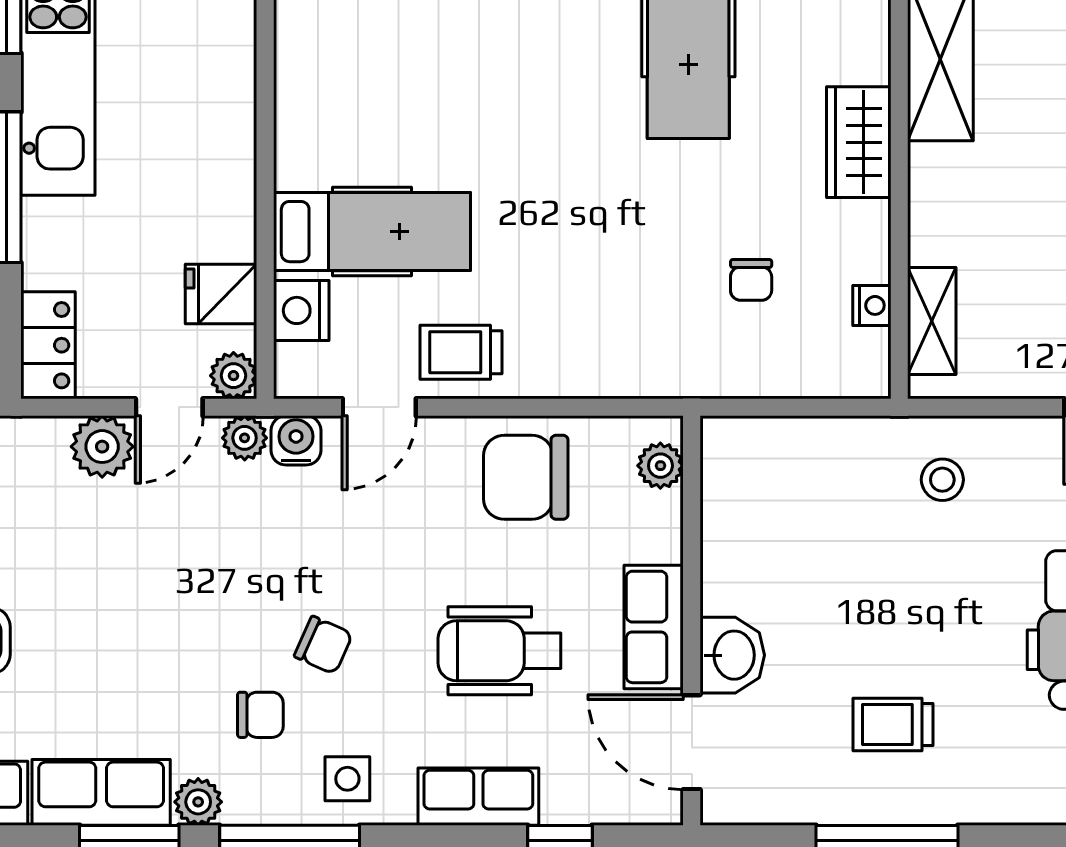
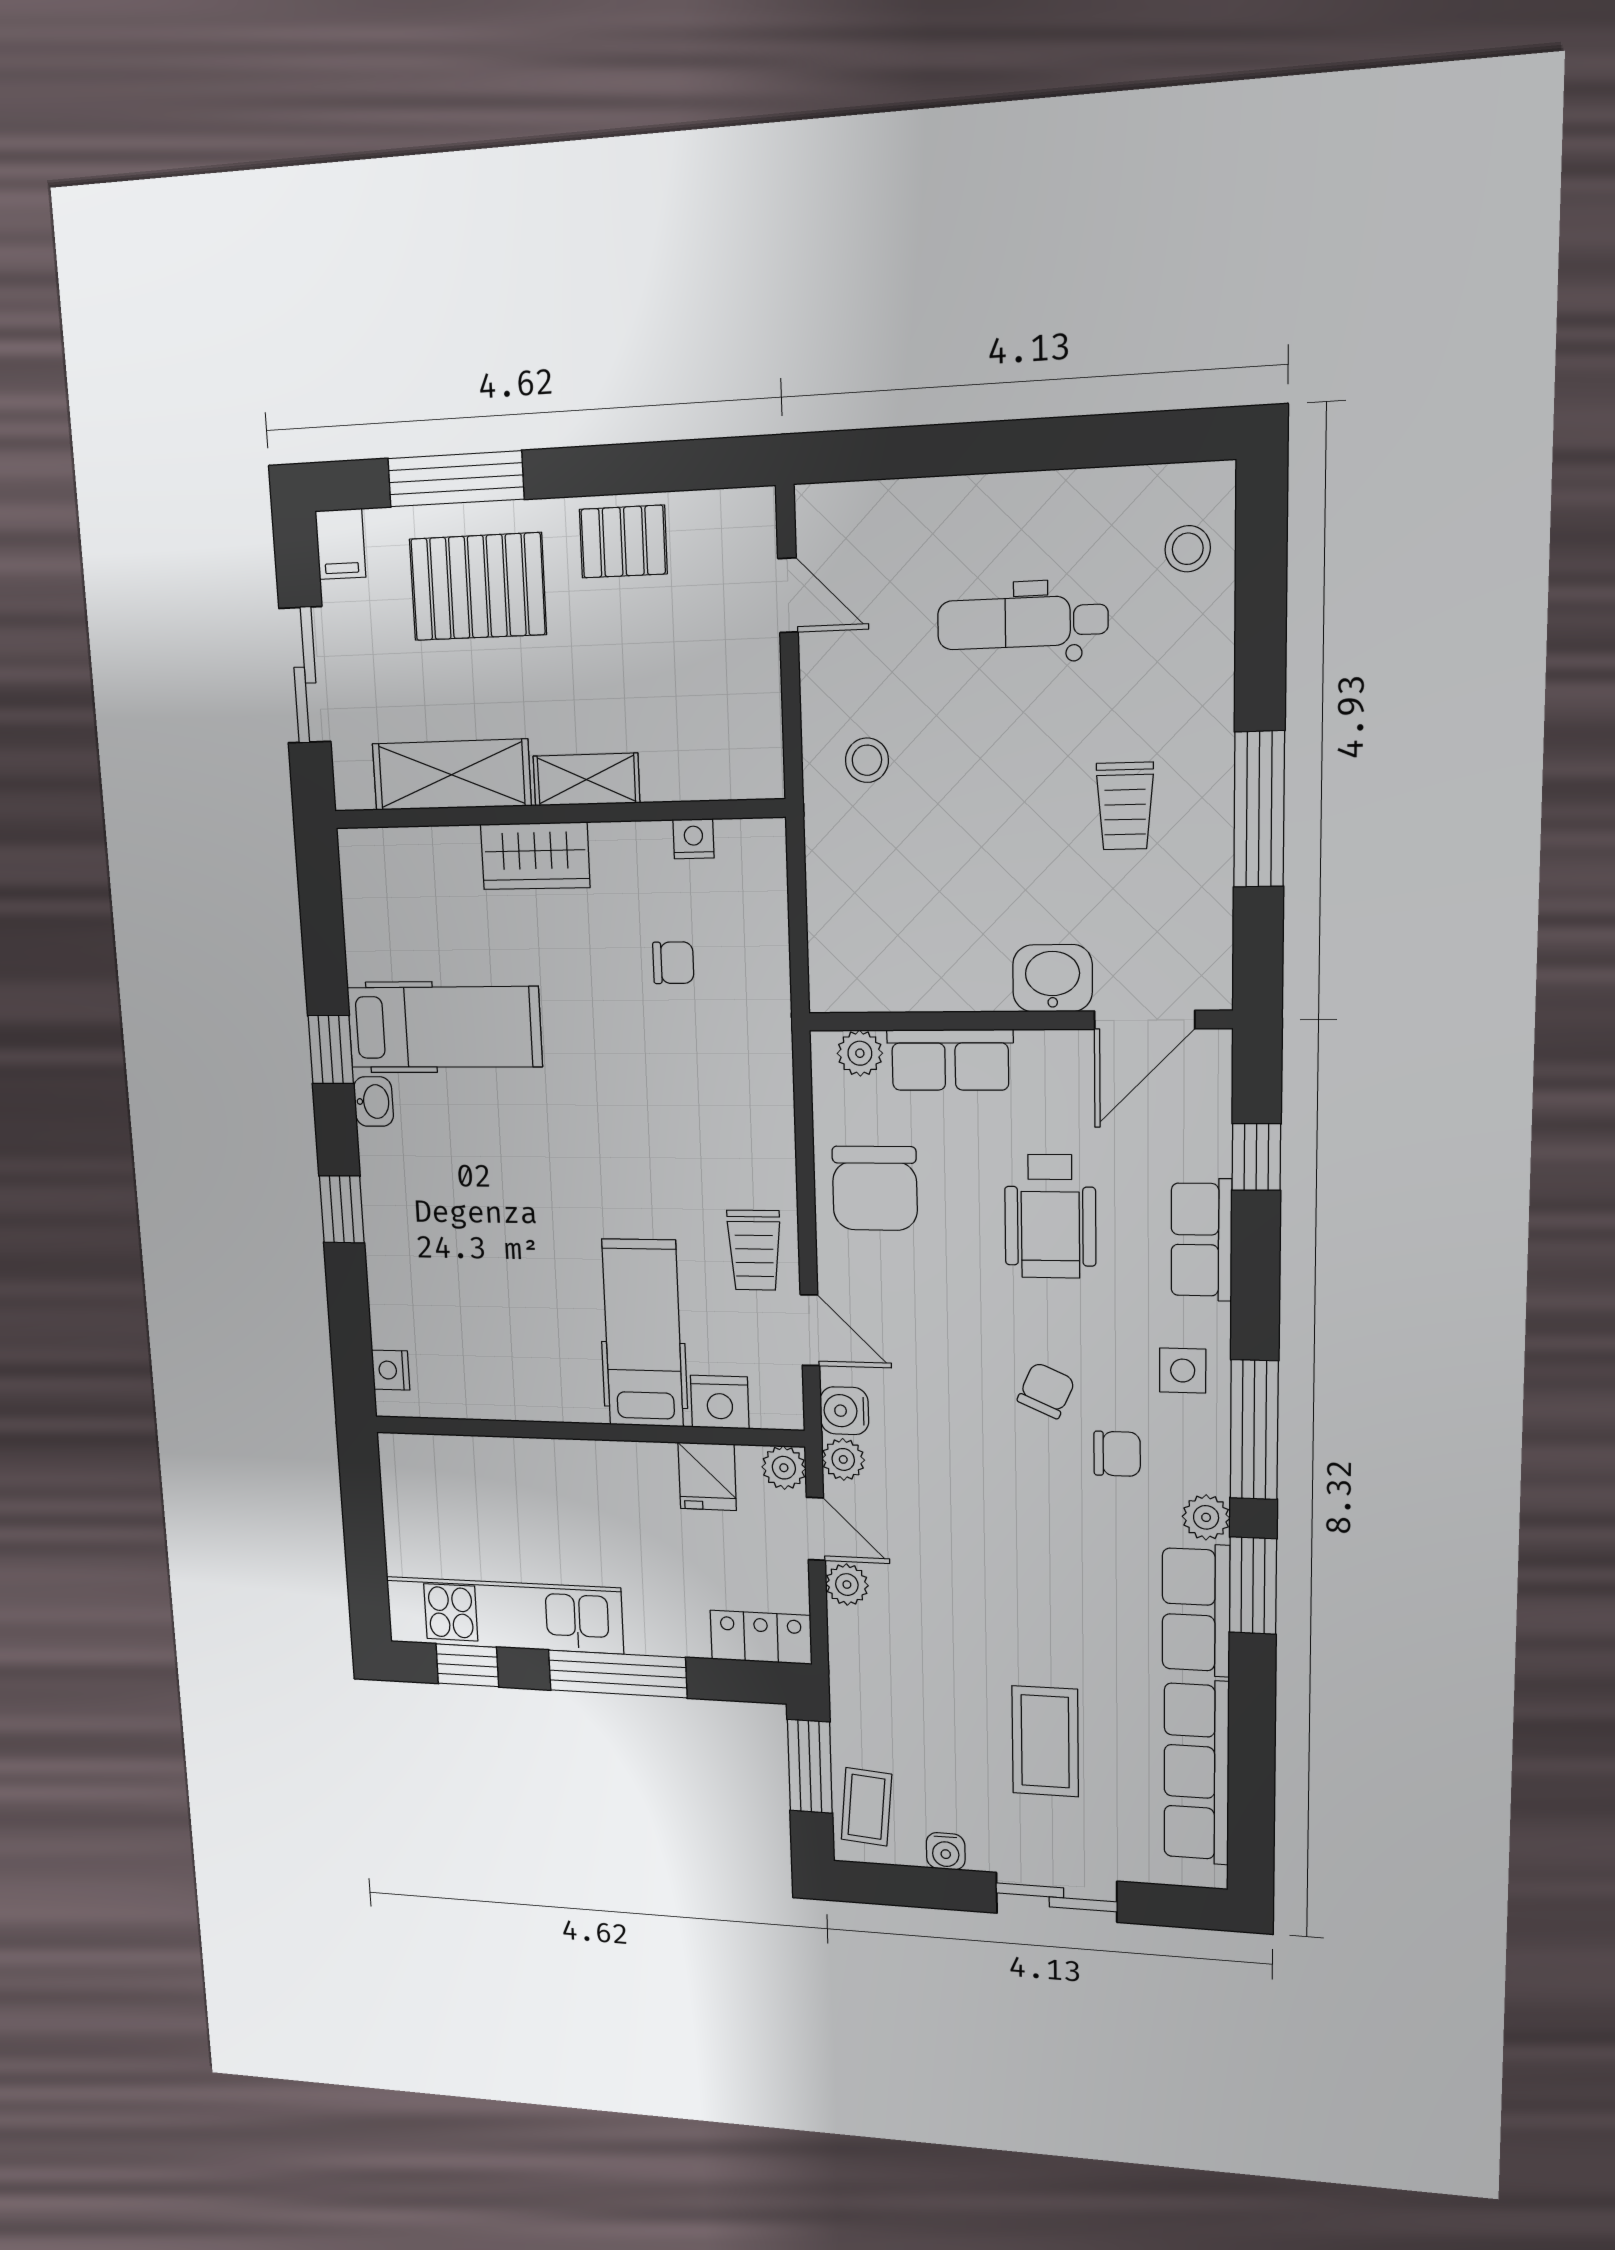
shelving: (932, 321) -> (586, 780), moved
plant: (102, 447) -> (847, 1585), width x0.73, depth x0.73
row of seats: (654, 627) -> (950, 1060), moved
chair: (260, 715) -> (1117, 1454), turned 90

